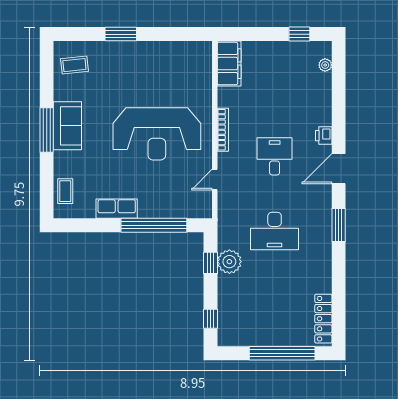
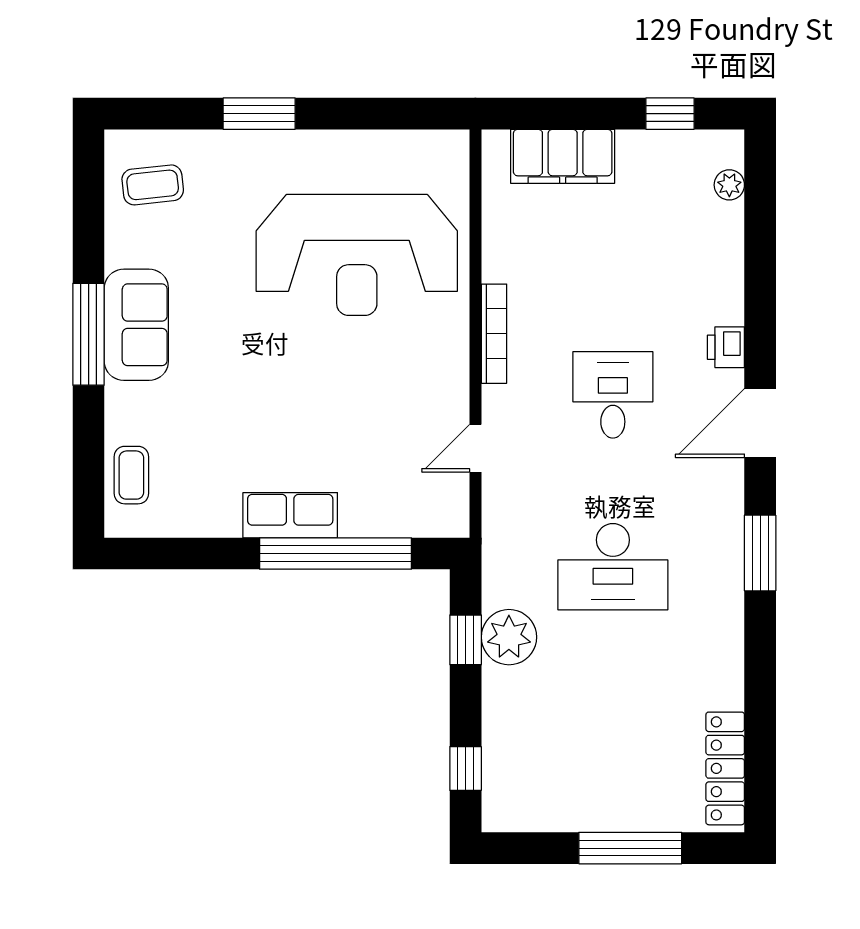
filing cabinet: (229, 64) -> (563, 156), moved, turned 90
reception desk: (157, 134) -> (357, 255), moved
row of seats: (117, 209) -> (290, 515), moved
window: (282, 353) -> (630, 848), width x0.68

